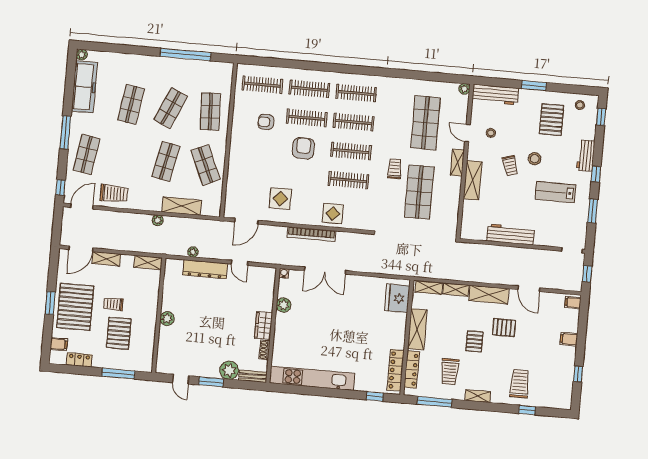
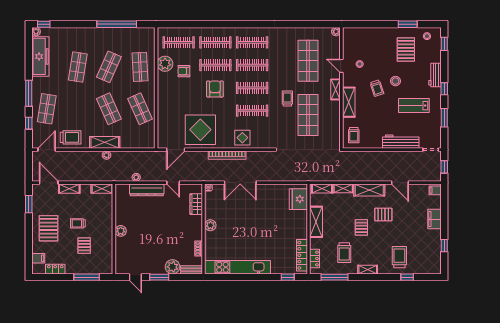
window: (93, 46) -> (44, 24), added
window: (534, 86) -> (408, 24), moved
workbench: (495, 95) -> (360, 34), removed
plant: (243, 110) -> (165, 64), added
shop shelf: (166, 161) -> (109, 109), turned -36
window: (60, 187) -> (29, 123), moved
display table: (280, 199) -> (200, 130), width x1.86, depth x1.86
shelving: (182, 206) -> (105, 142), moved
trolley: (475, 223) -> (354, 135), added
workbench: (510, 234) -> (401, 142), moved
door: (81, 249) -> (49, 183), swing flipped
window: (50, 303) -> (29, 204), moved
plant: (284, 305) -> (210, 225), moved
pallet: (75, 307) -> (48, 228), width x0.73, depth x0.71
wardrobe: (263, 325) -> (196, 204), moved
pallet: (119, 333) -> (84, 246), width x0.67, depth x0.71
filing cabinet: (569, 339) -> (435, 219), width x2.00
locker: (412, 370) -> (315, 259), width x0.66

